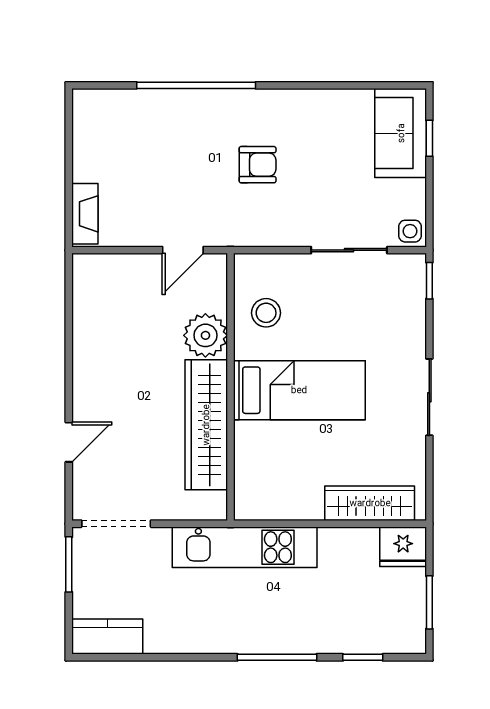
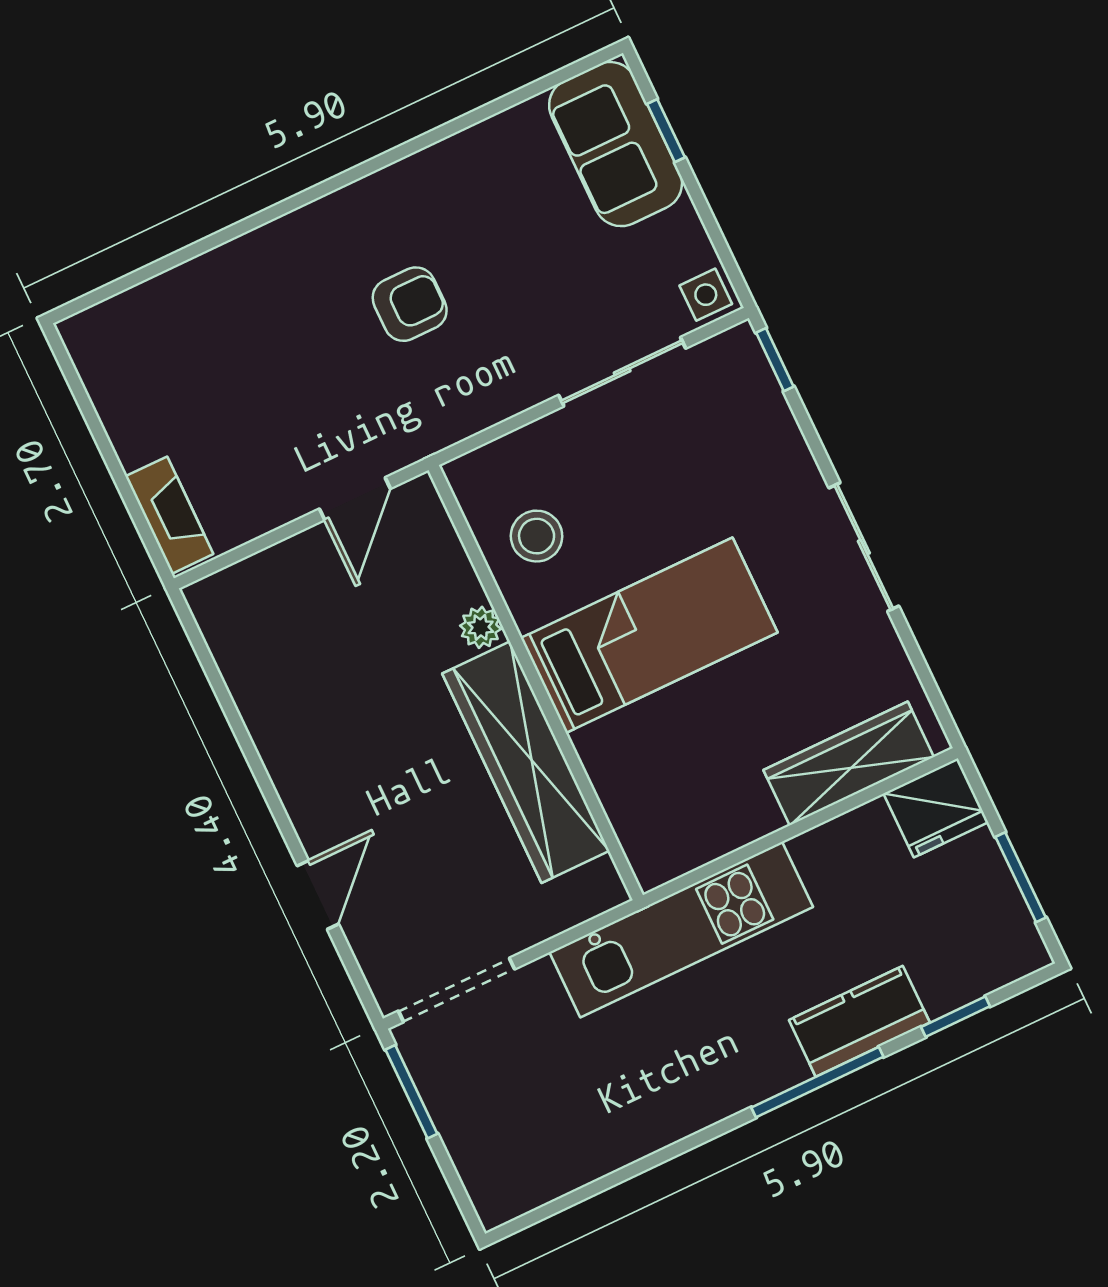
window: (196, 85) -> (250, 224), removed
plant: (205, 335) -> (481, 627), width x0.53, depth x0.53
kitchen counter: (107, 637) -> (859, 1021), moved

